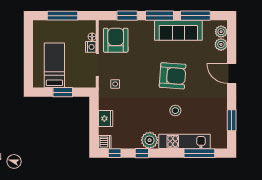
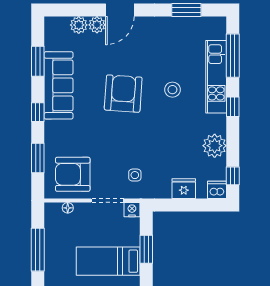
window: (160, 16) -> (38, 112), width x0.46
window: (195, 16) -> (38, 61), width x0.69
plant: (221, 32) -> (97, 25), moved
nightstand: (91, 47) -> (132, 210), moved
plant: (150, 140) -> (215, 146), moved
window: (142, 153) -> (233, 107), moved

